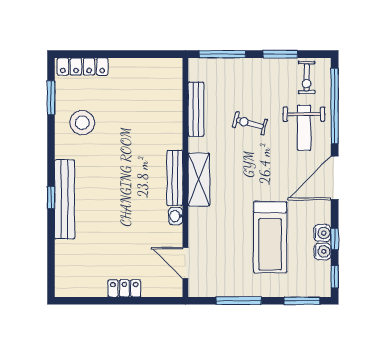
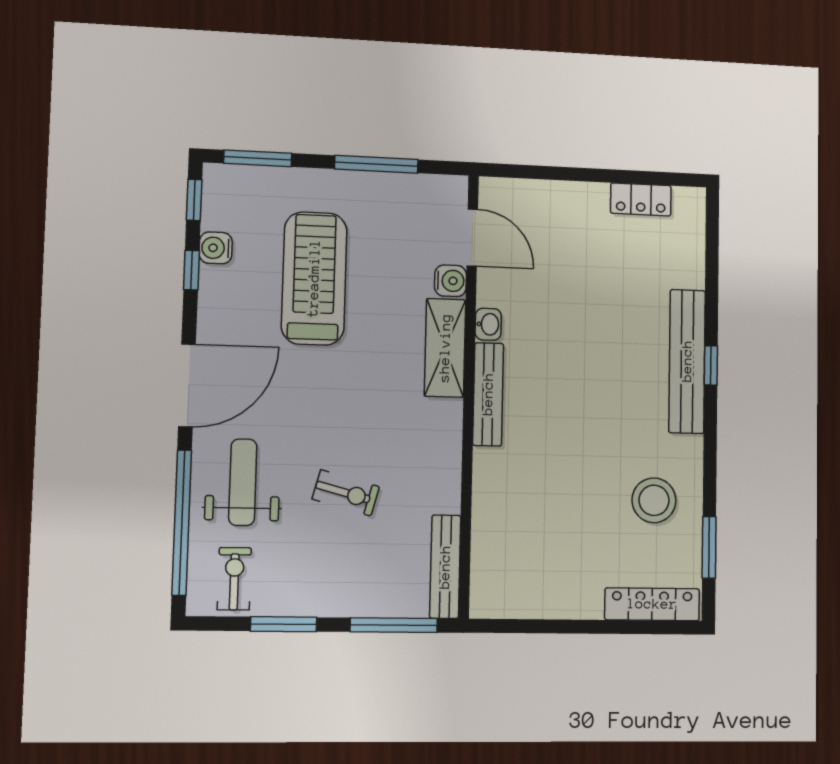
bench: (196, 109) -> (445, 567), moved
shelving: (199, 180) -> (445, 348), moved
water cooler: (322, 233) -> (450, 281), moved, turned 180
locker: (124, 288) -> (641, 199), moved

